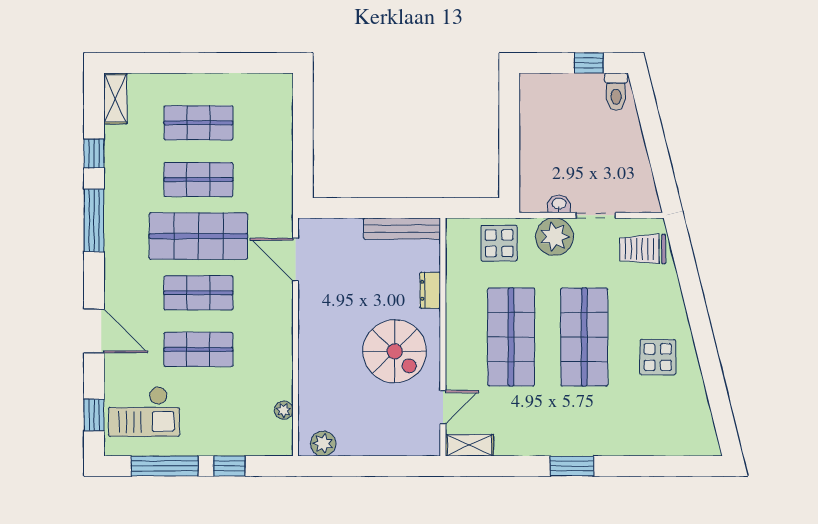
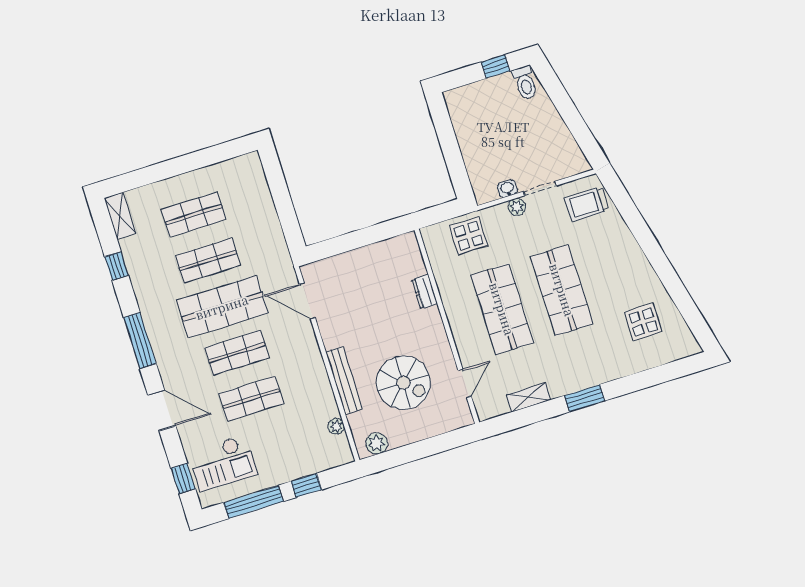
window: (94, 220) -> (140, 341), moved
bench: (402, 229) -> (344, 380), moved, turned 90
plant: (554, 237) -> (517, 207), width x0.53, depth x0.53
spiral stairs: (395, 351) -> (403, 383), moved
display table: (658, 357) -> (643, 322), moved
shelving: (469, 445) -> (528, 397), moved

